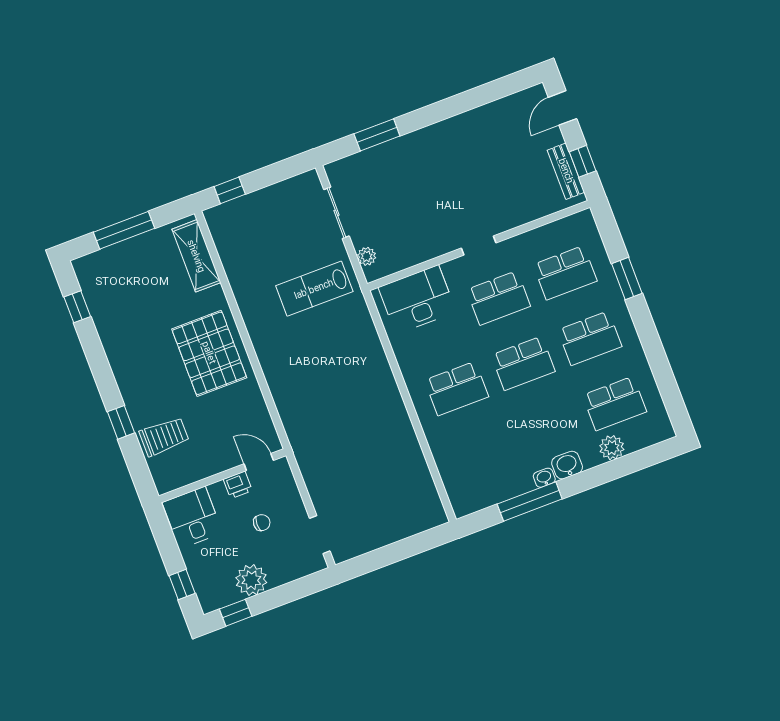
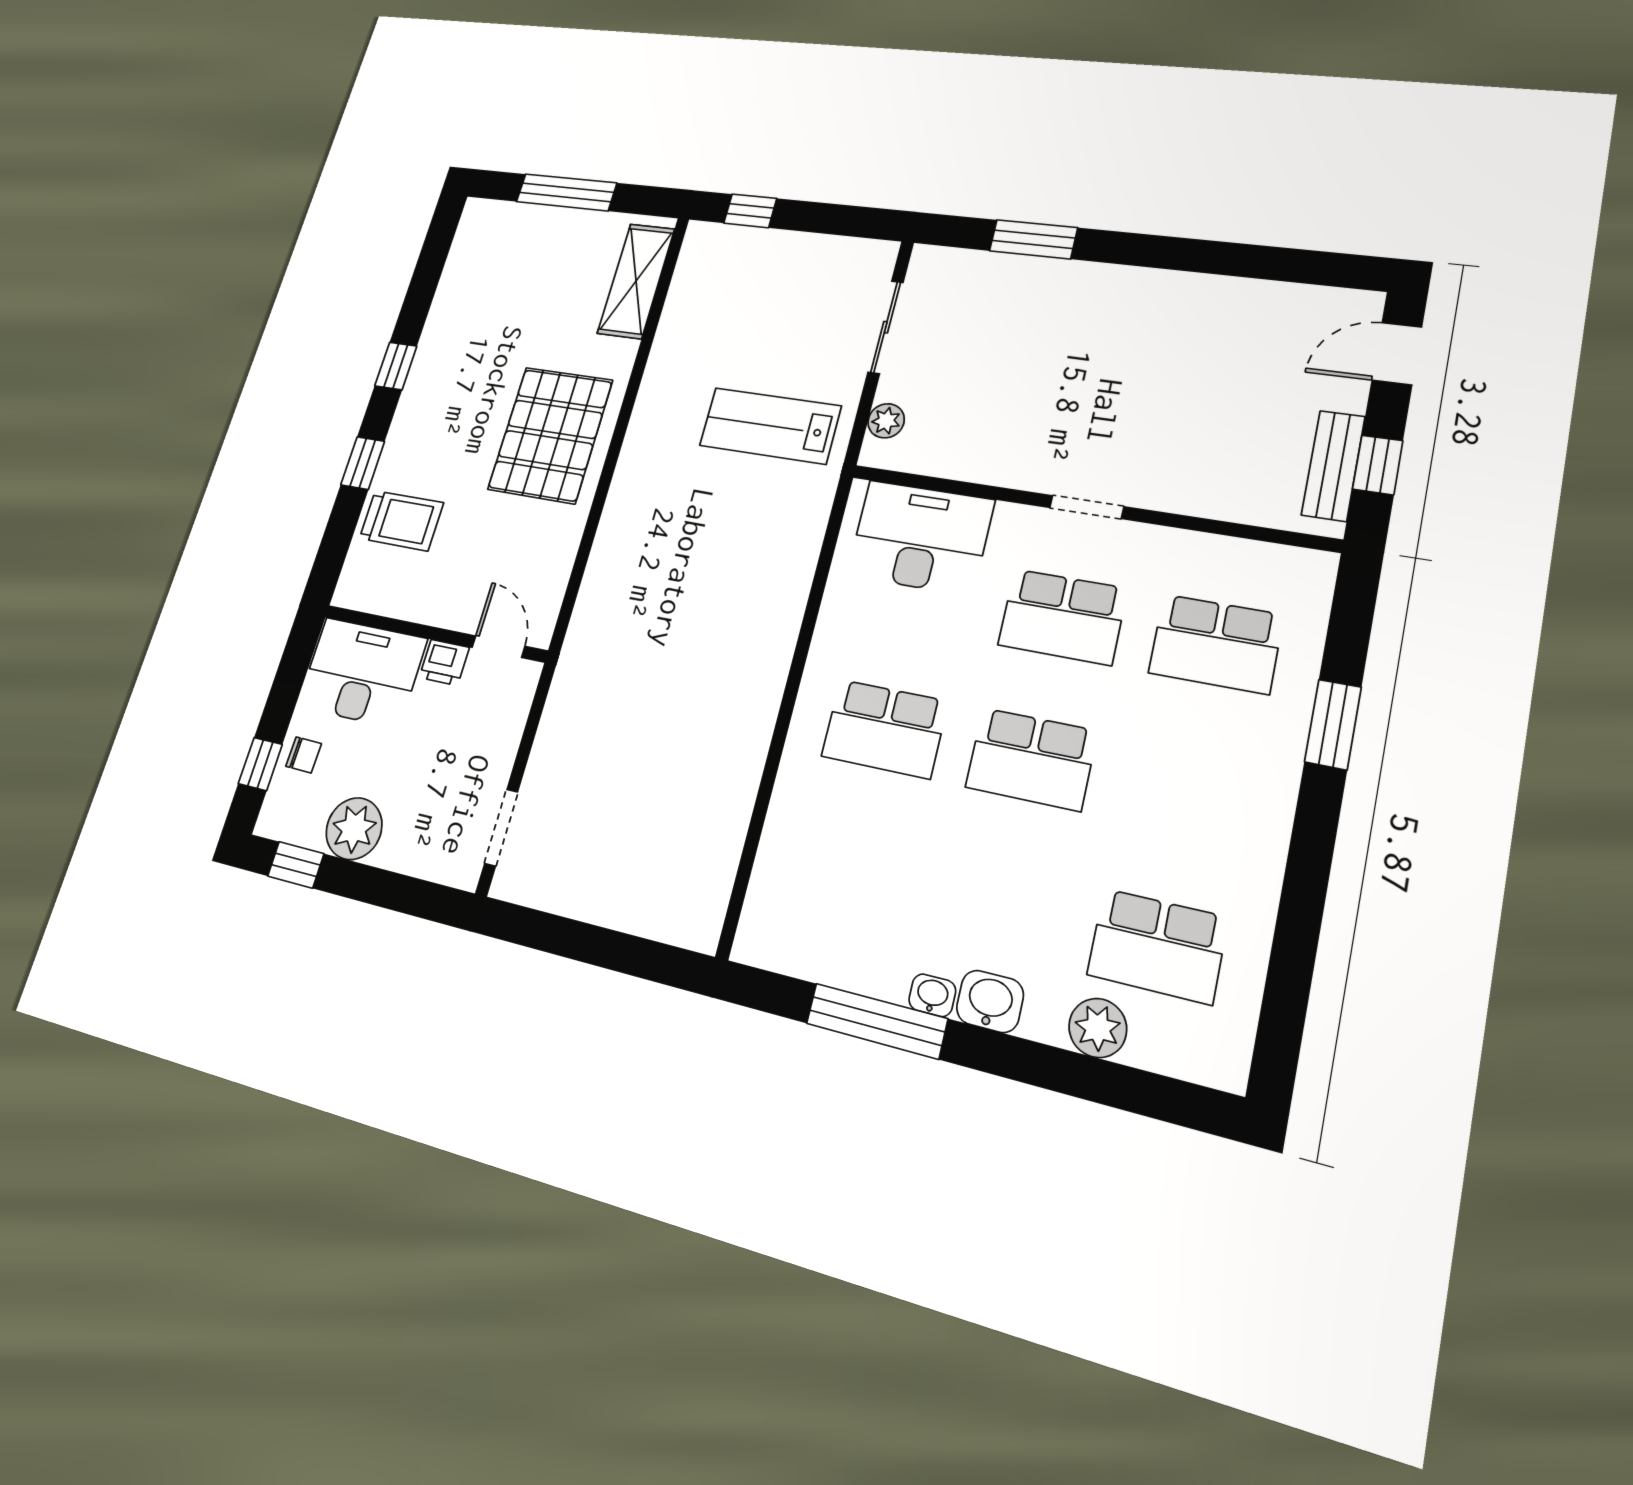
window: (77, 307) -> (396, 366), moved
school desk: (590, 338) -> (1187, 791), removed
desk: (192, 517) -> (362, 673), width x1.37
chair: (262, 523) -> (304, 755), moved

